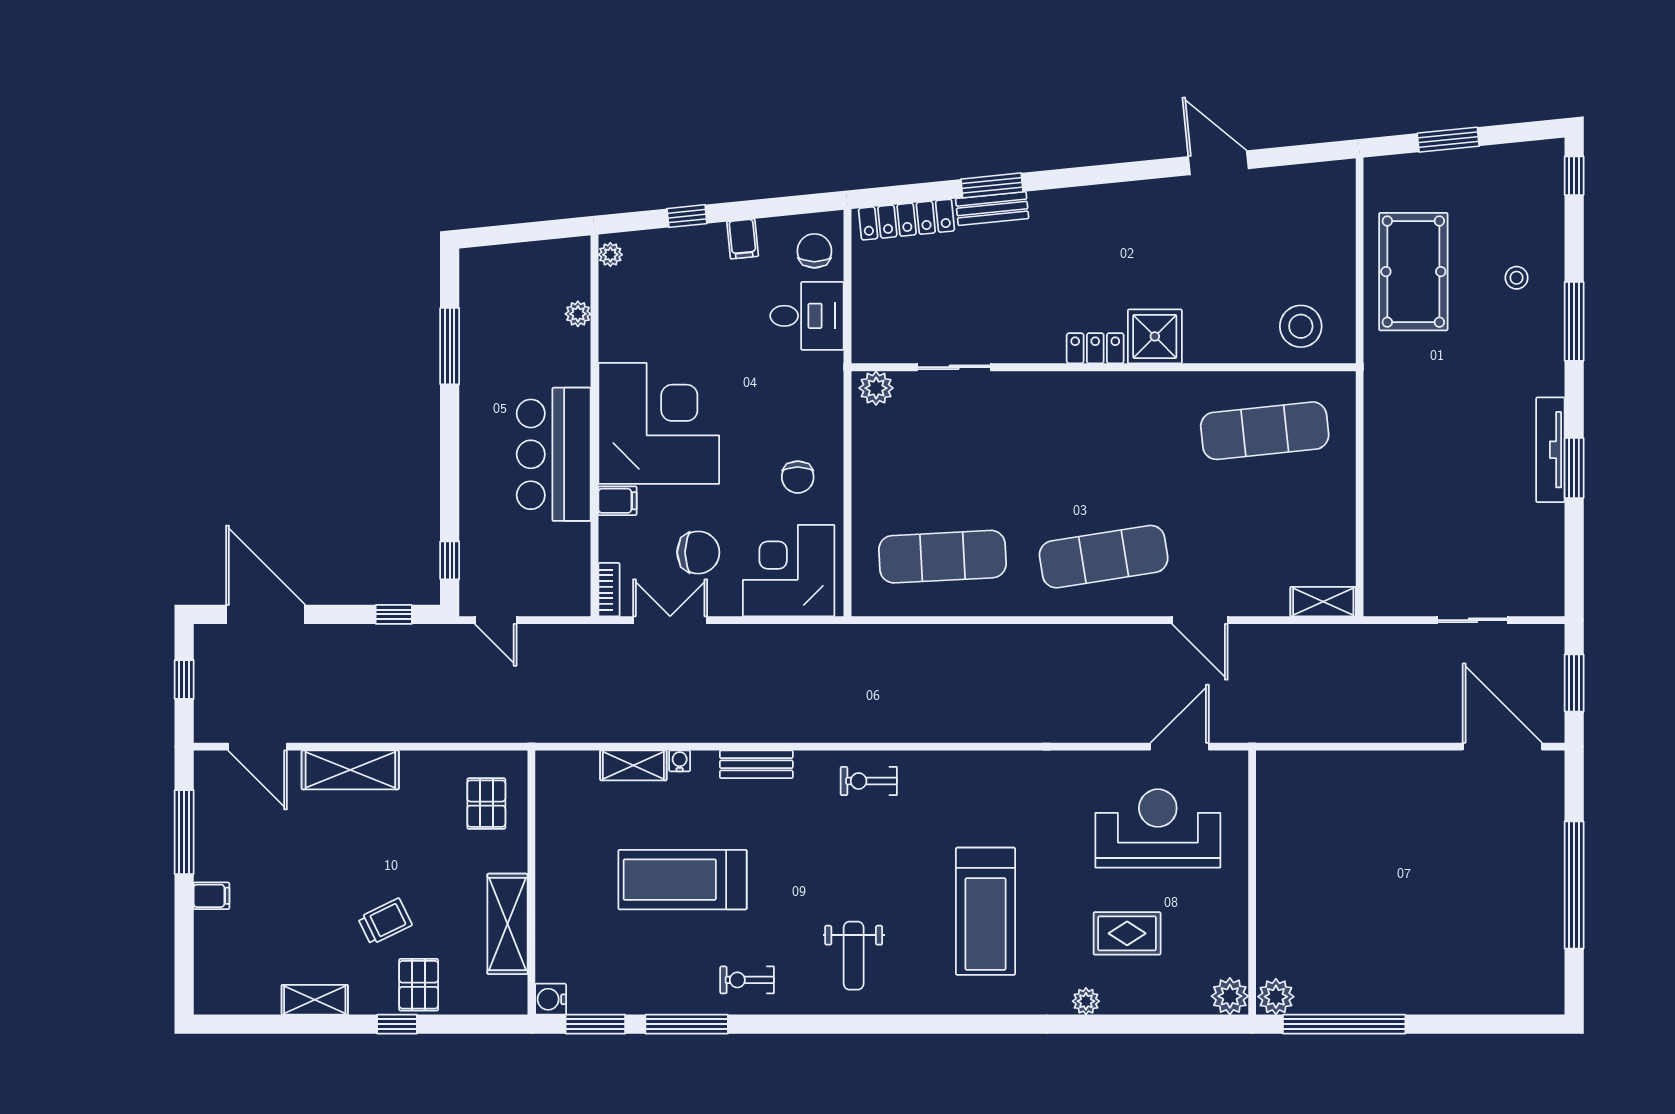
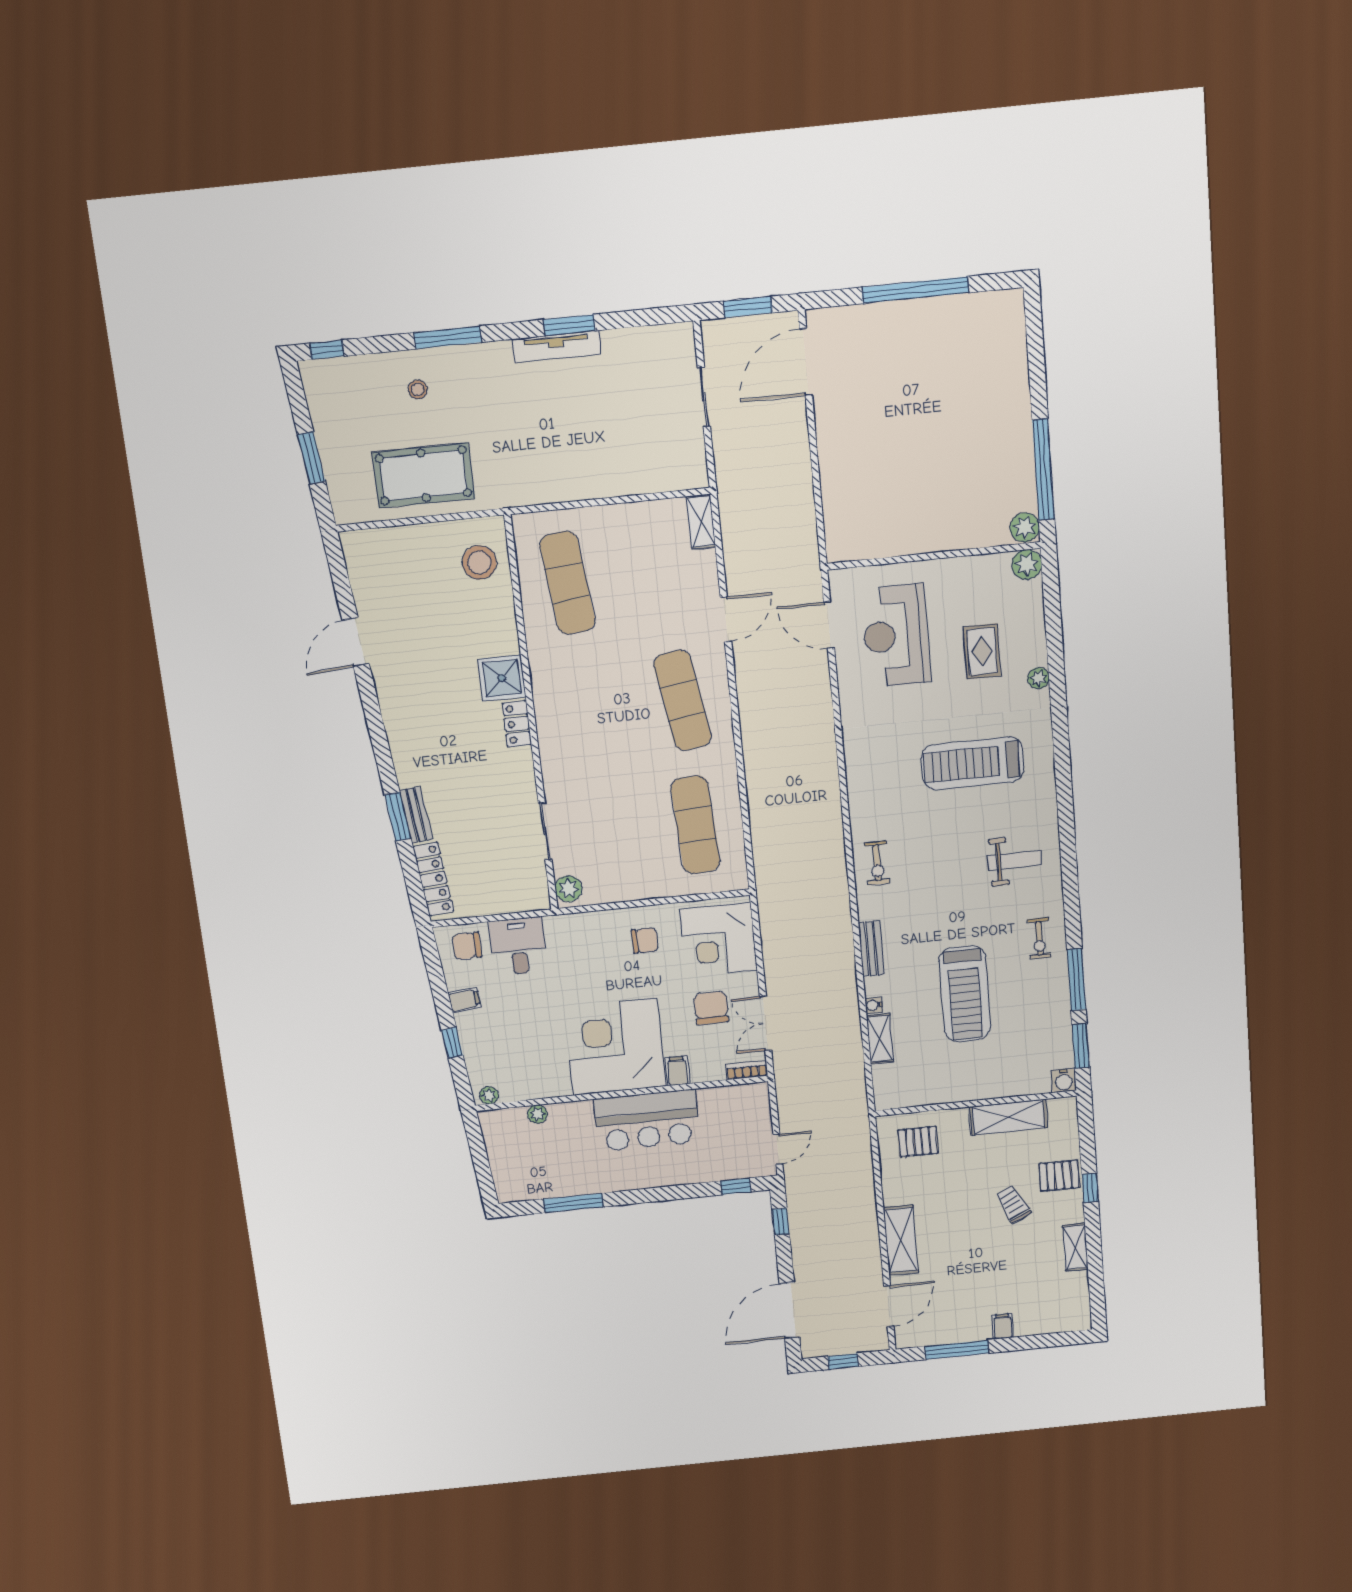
treadmill: (986, 911) -> (973, 763), turned 180

